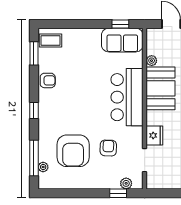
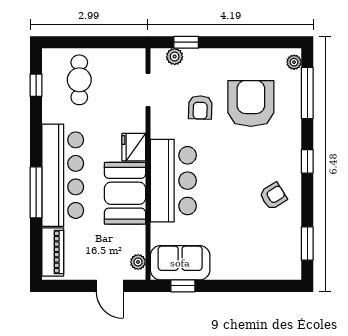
coffee table: (50, 41) -> (283, 262), removed
plant: (152, 61) -> (138, 262), moved
armchair: (48, 80) -> (273, 196), moved, turned 148
fridge: (154, 135) -> (134, 147), moved
plant: (43, 167) -> (294, 62), moved

